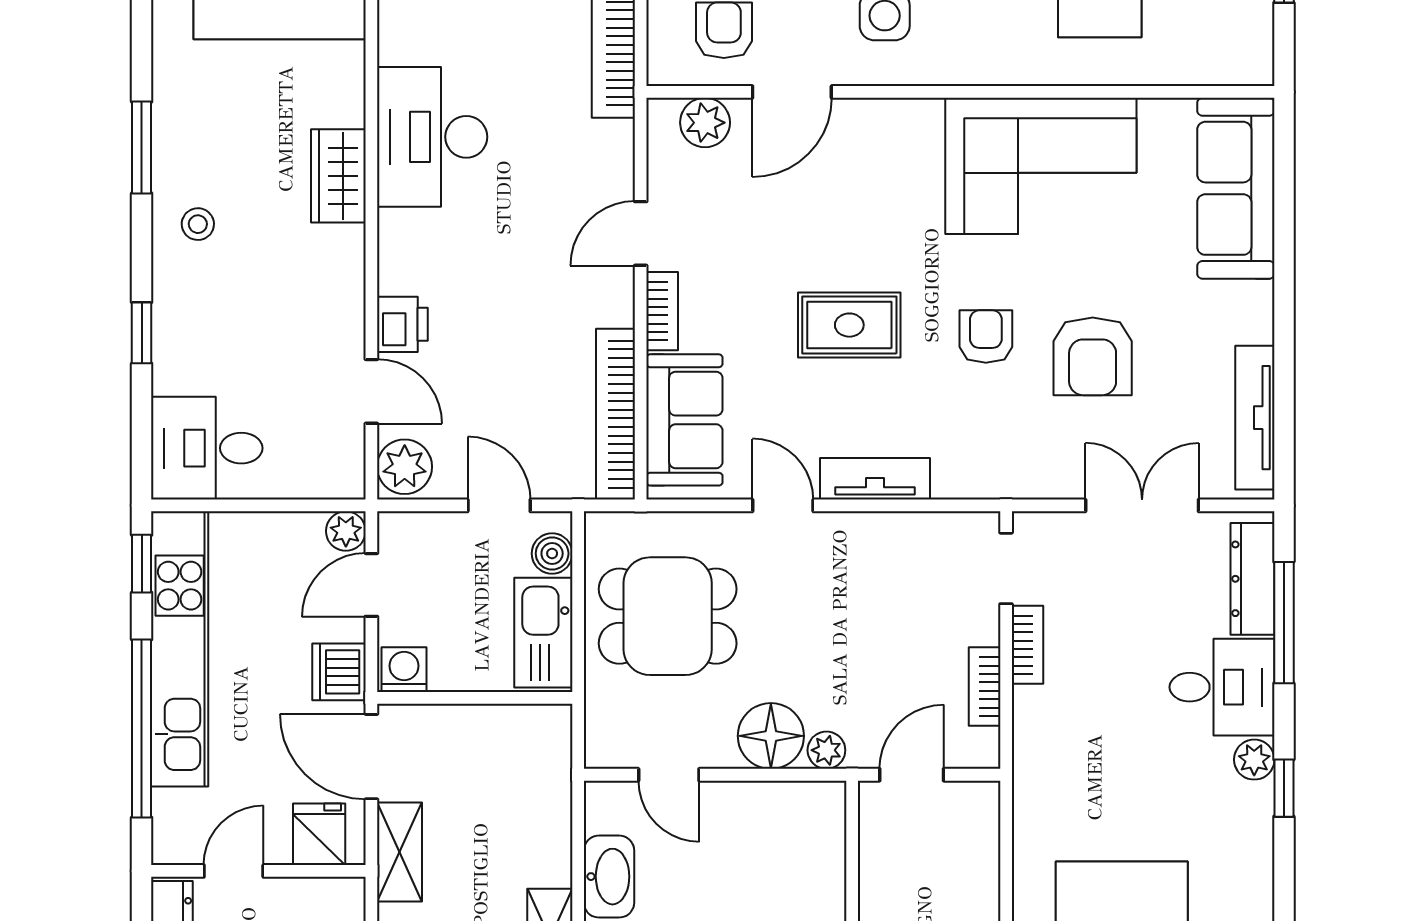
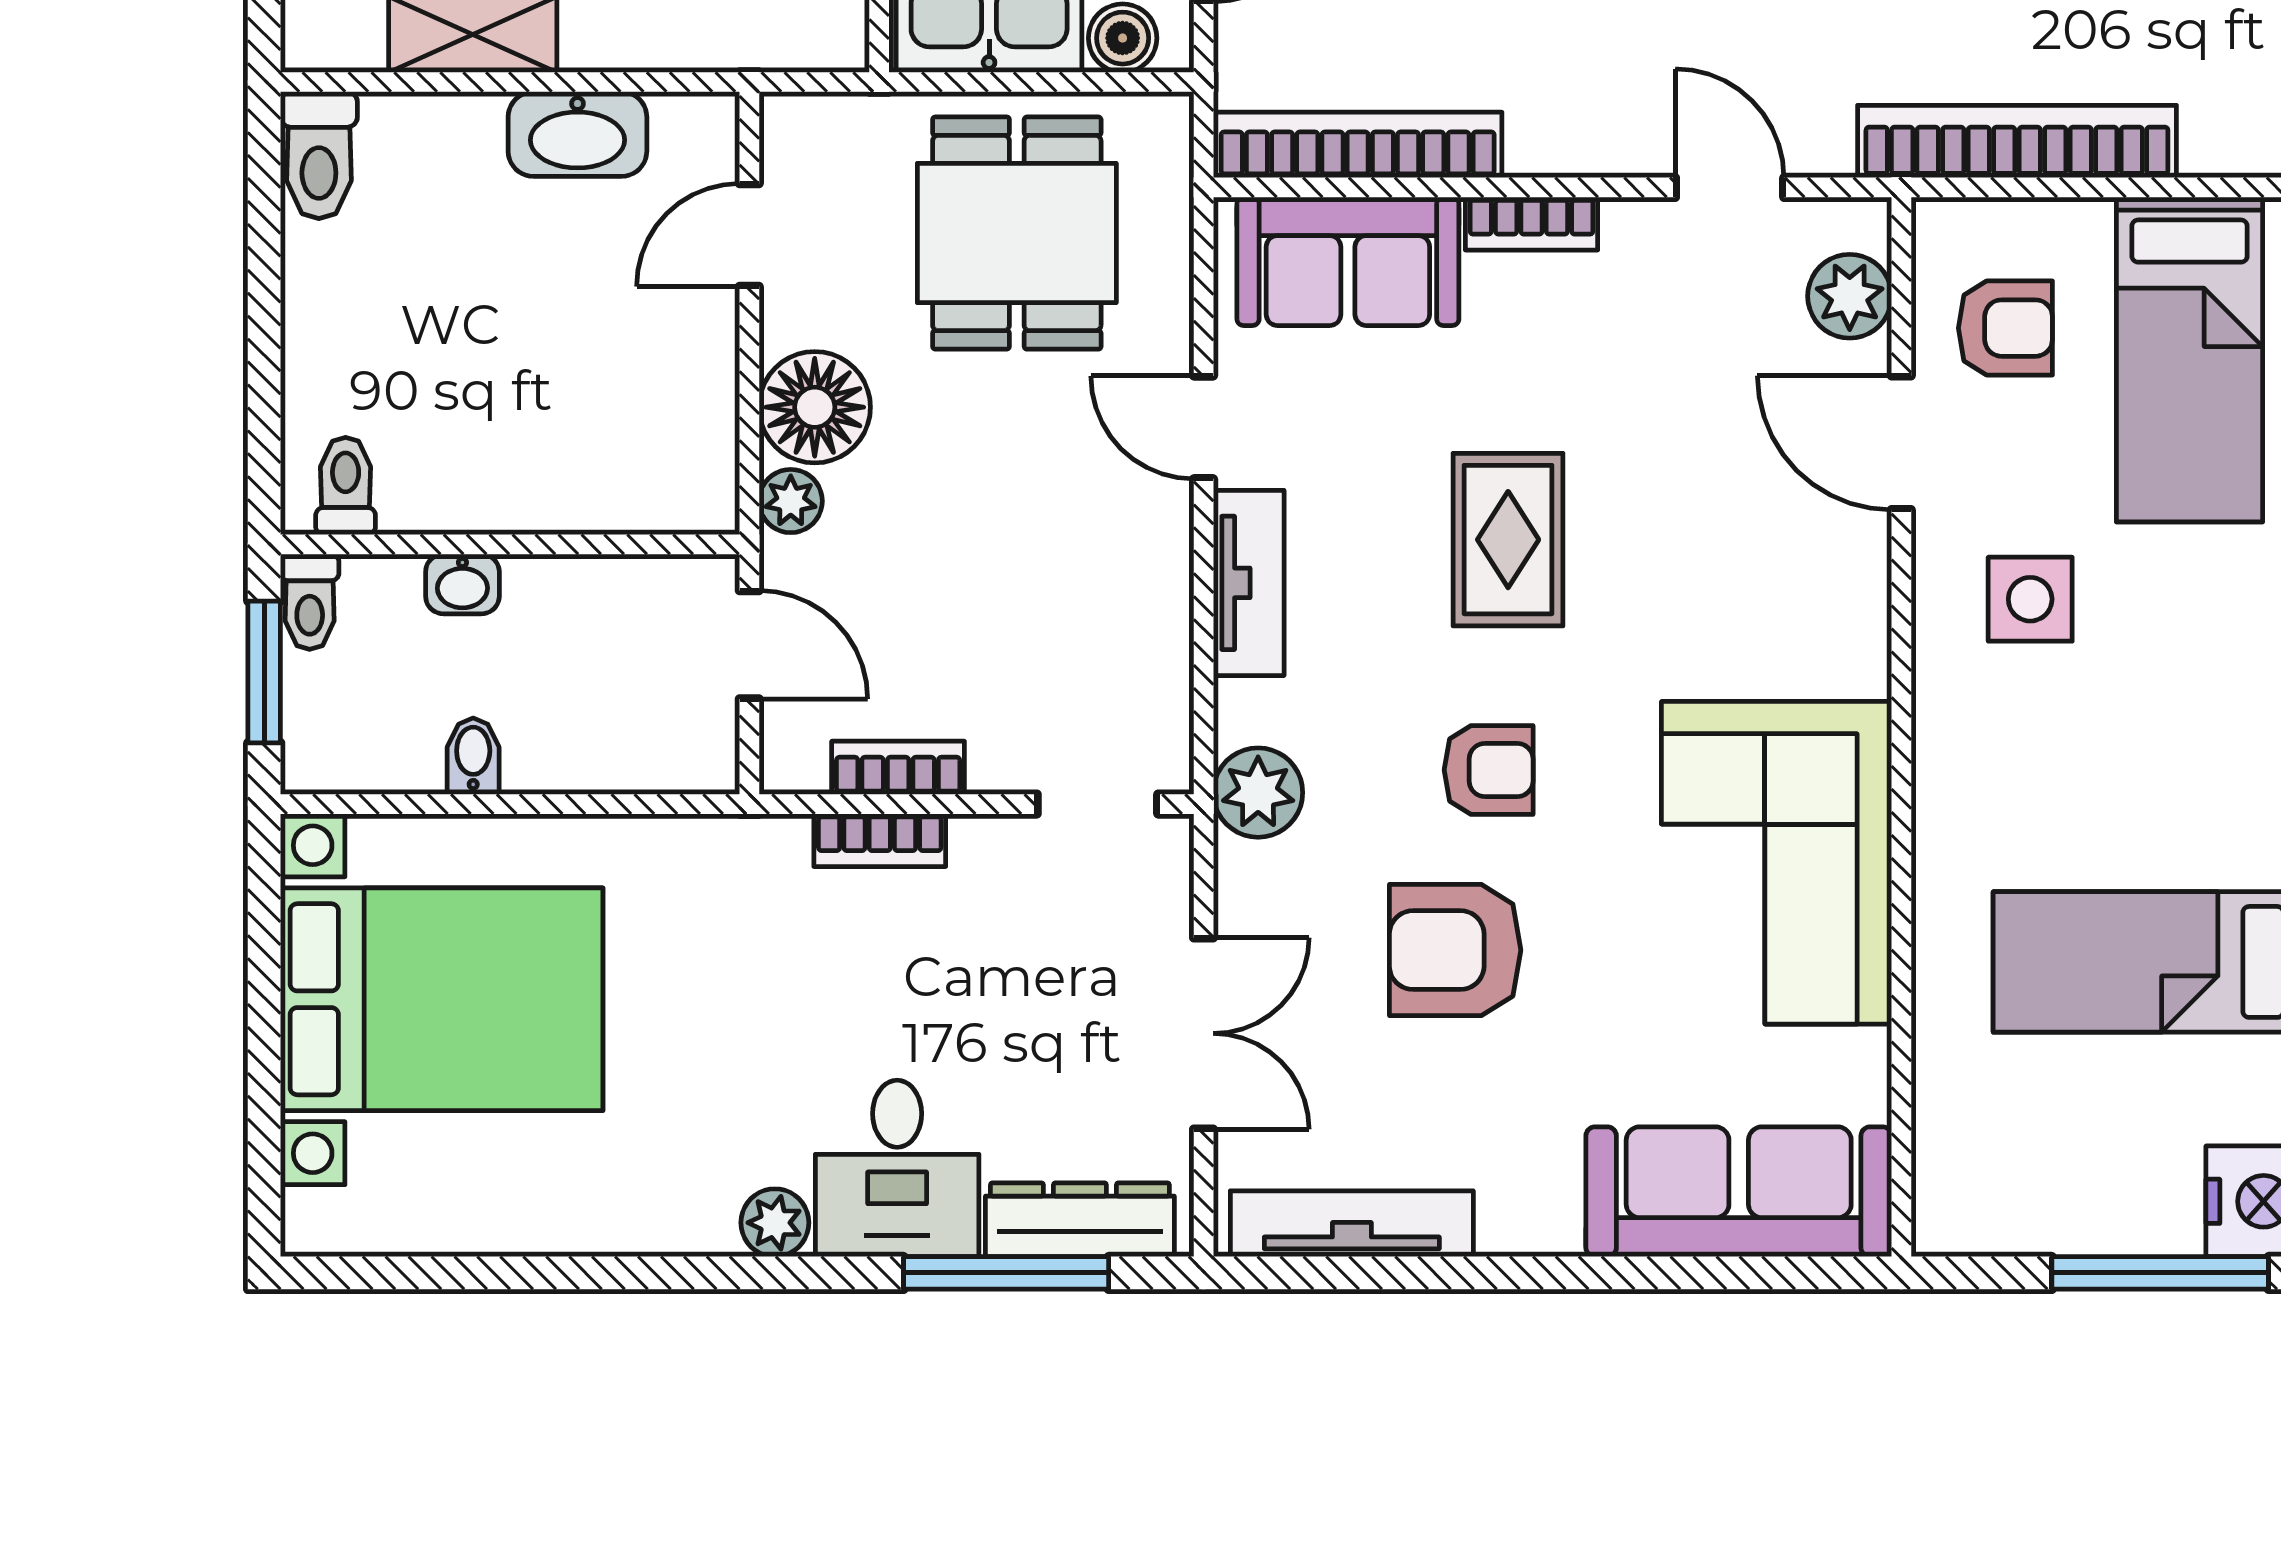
door: (641, 233) -> (1730, 187), moved
plant: (999, 473) -> (1258, 793), added
door: (783, 505) -> (1204, 427), swing flipped
bookcase: (1027, 645) -> (880, 840), moved
window: (1284, 788) -> (727, 1273), removed

